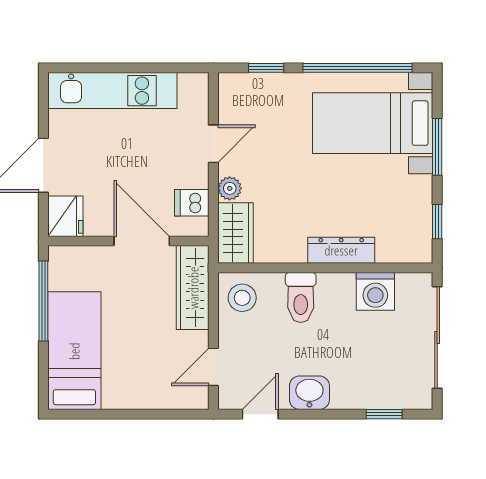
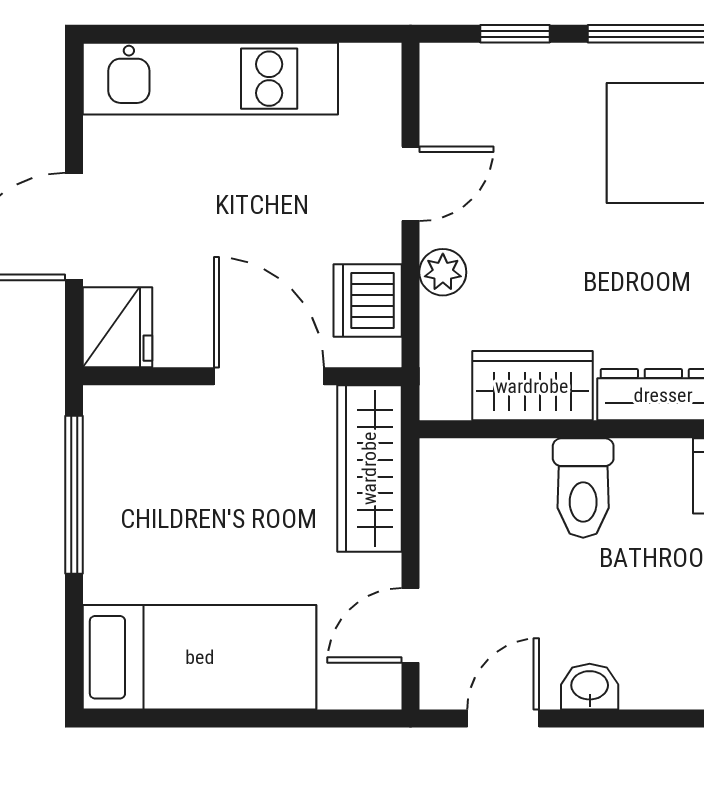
dishwasher: (192, 203) -> (368, 301), width x1.38
wardrobe: (236, 233) -> (532, 386), moved, turned -90
stool: (242, 298) -> (467, 489), removed
bed: (74, 351) -> (200, 657), moved, turned 90
washbasin: (309, 393) -> (590, 687), width x0.72, depth x0.69

